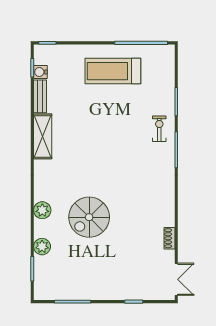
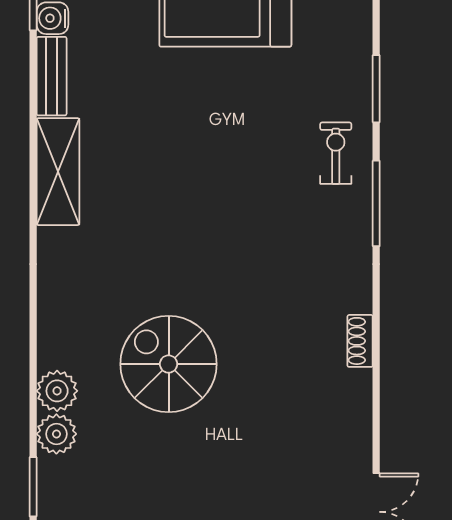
plant: (42, 210) -> (57, 391), moved
spiral stairs: (89, 217) -> (169, 364), turned 90
shoe rack: (169, 238) -> (360, 341), moved

